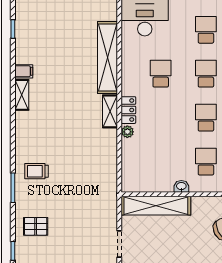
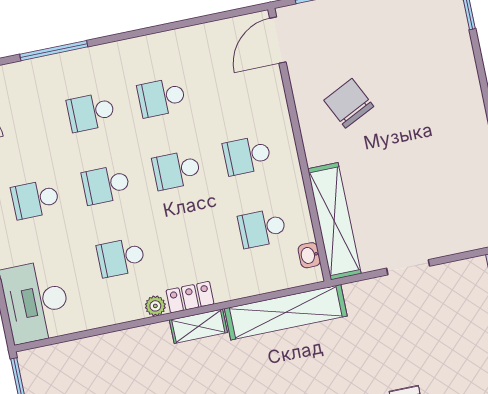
shelving: (108, 57) -> (286, 312), moved
plant: (127, 132) -> (155, 306), moved
school desk: (161, 162) -> (262, 228), added
washbasin: (181, 186) -> (309, 255), moved

